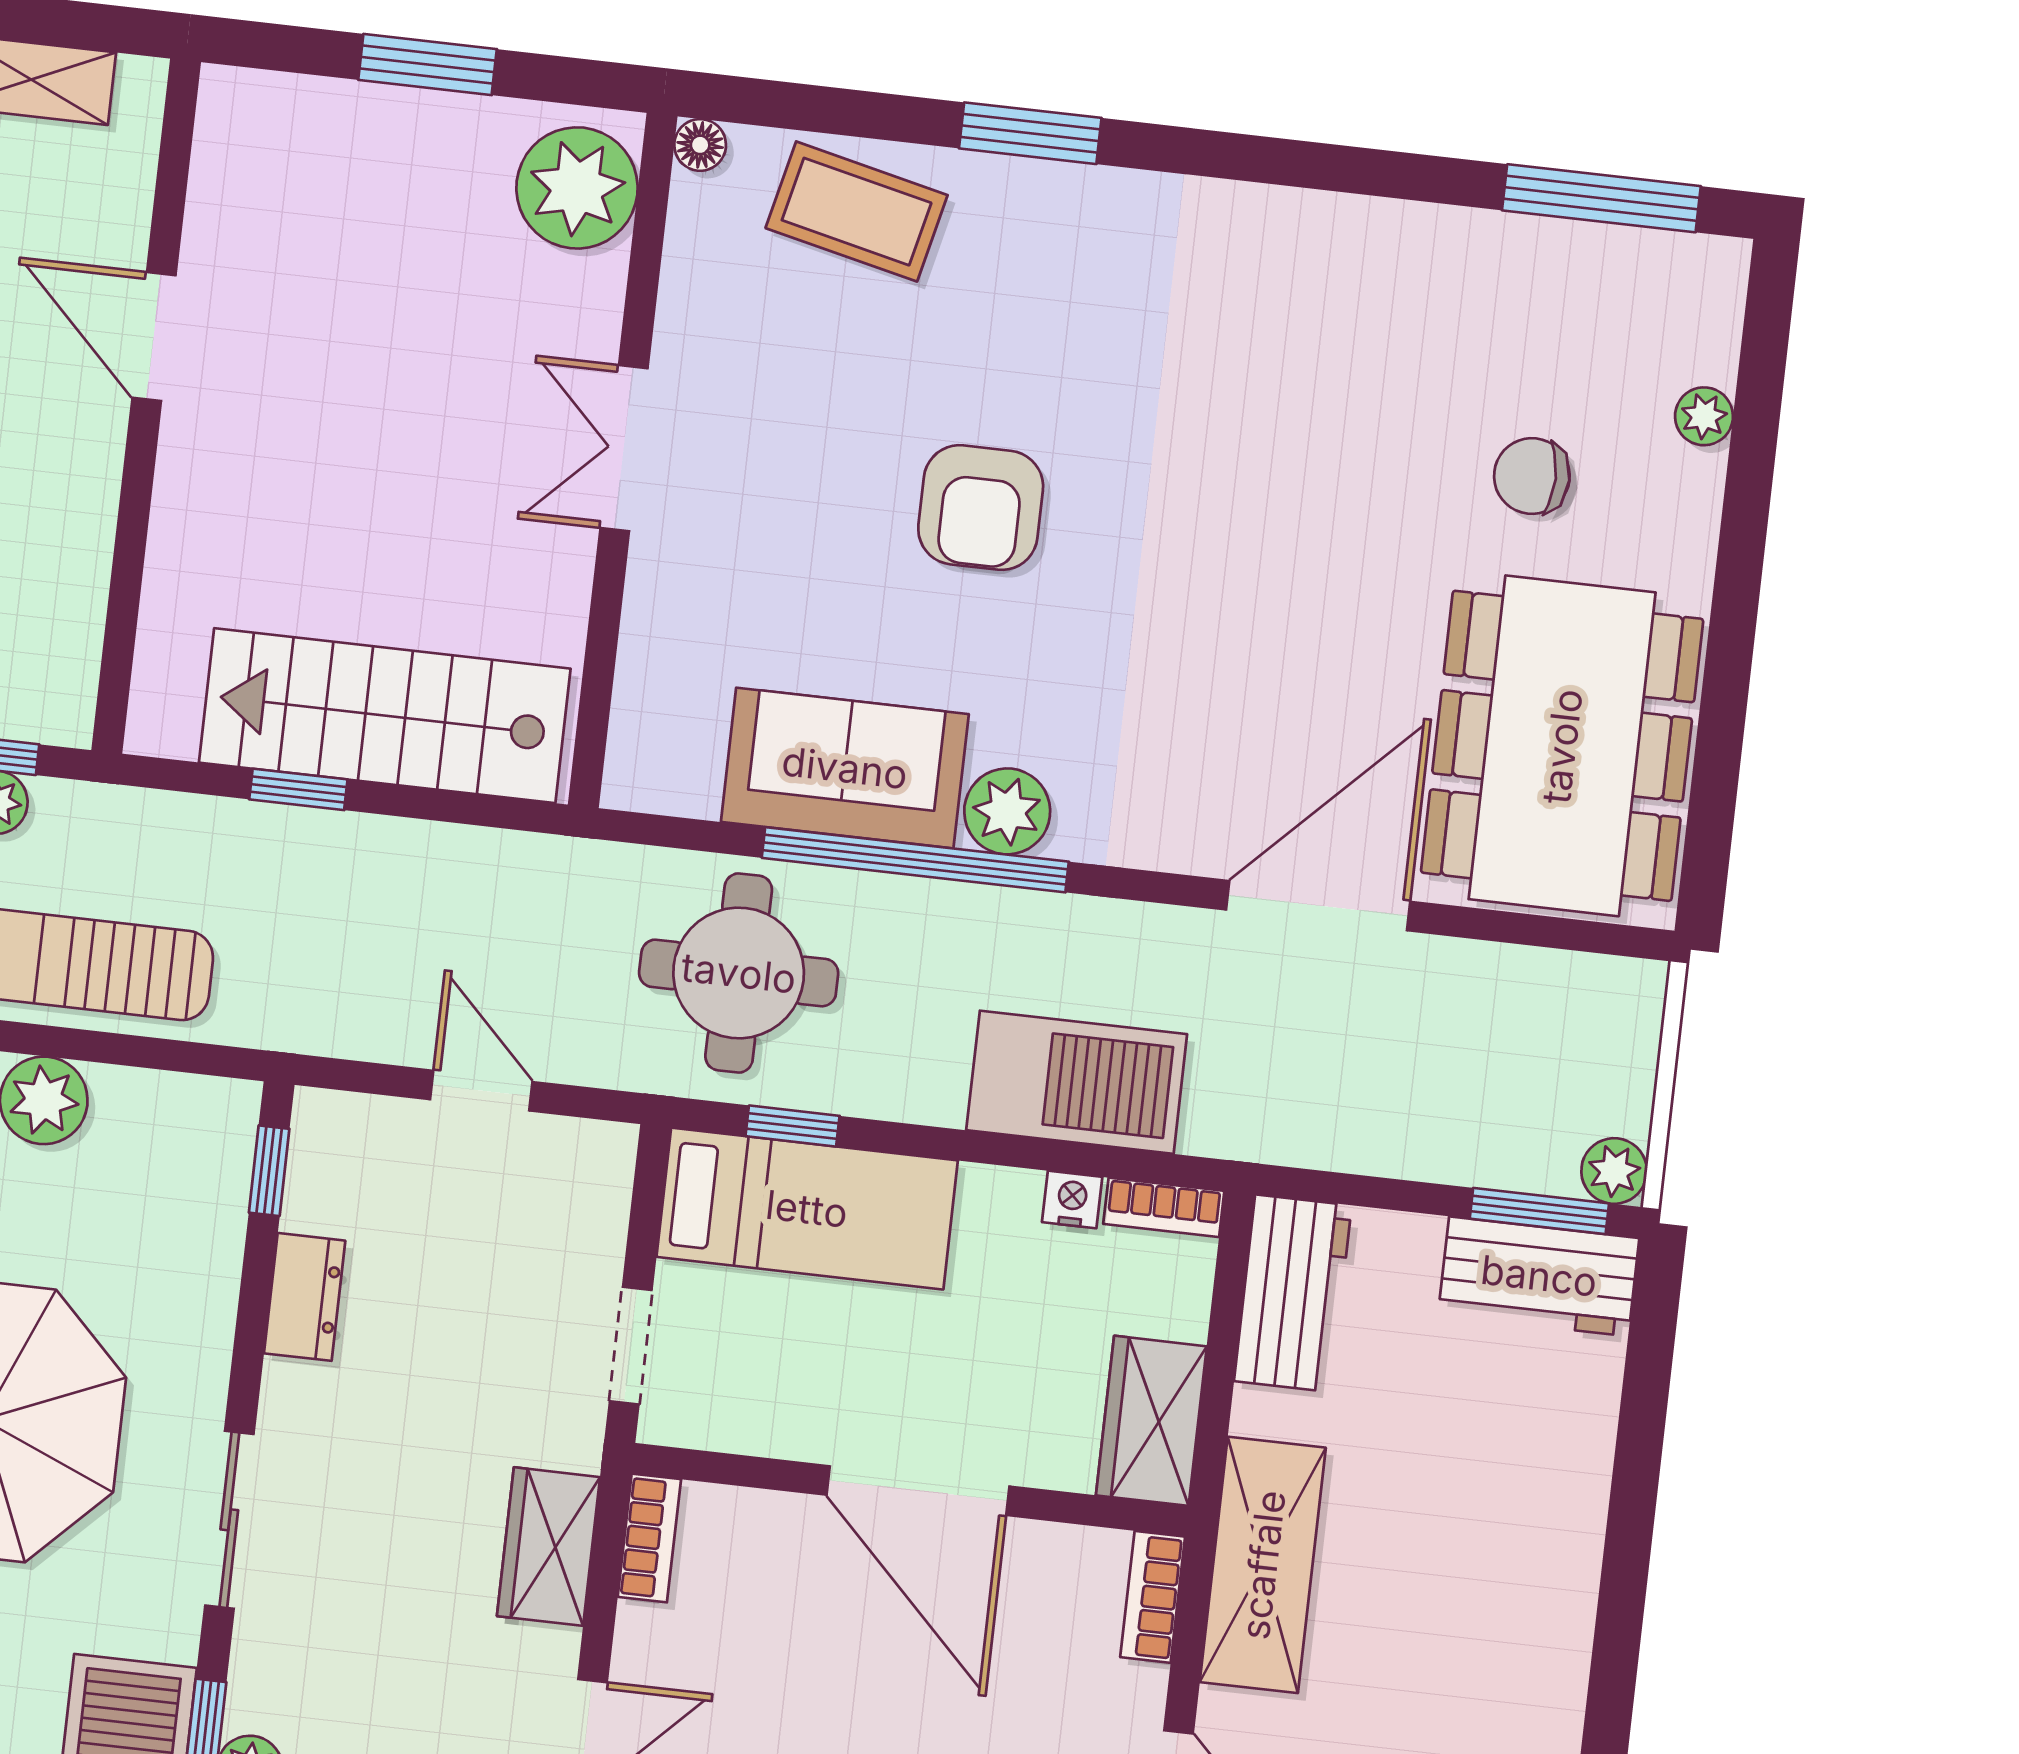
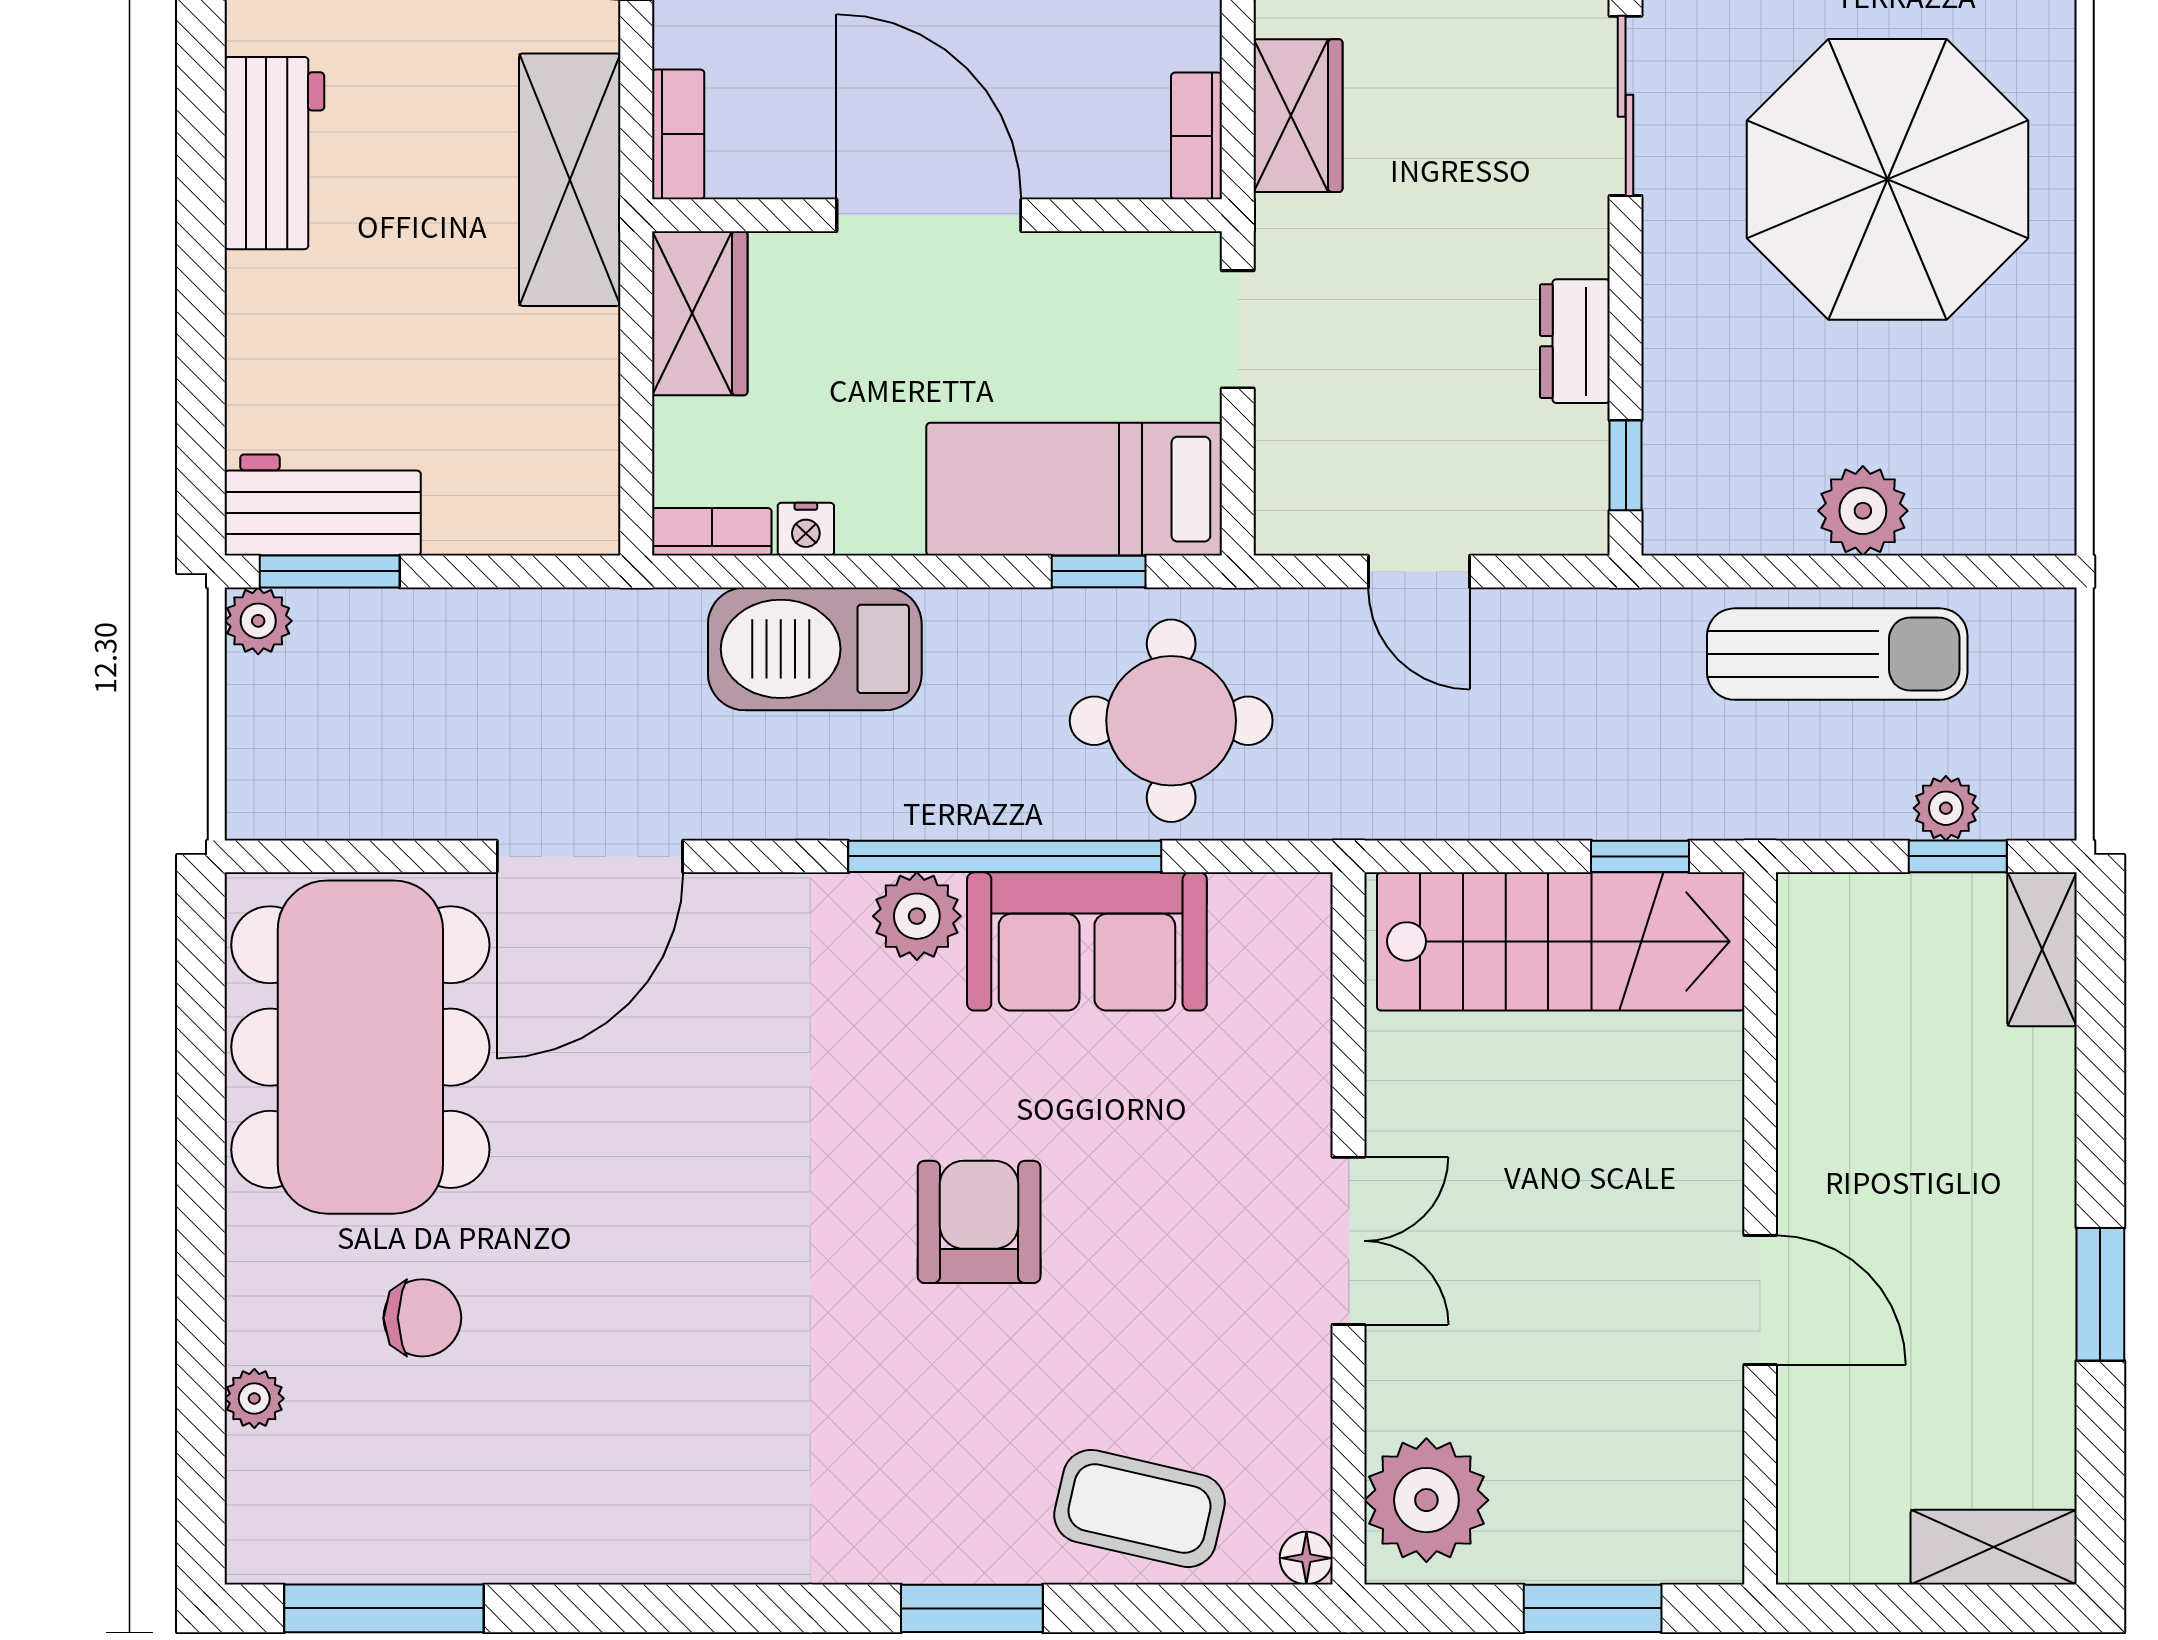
door: (154, 337) -> (1760, 1300), moved
wall: (146, 406) -> (1760, 1228), moved
workbench: (1293, 1293) -> (274, 153), moved, turned 180

